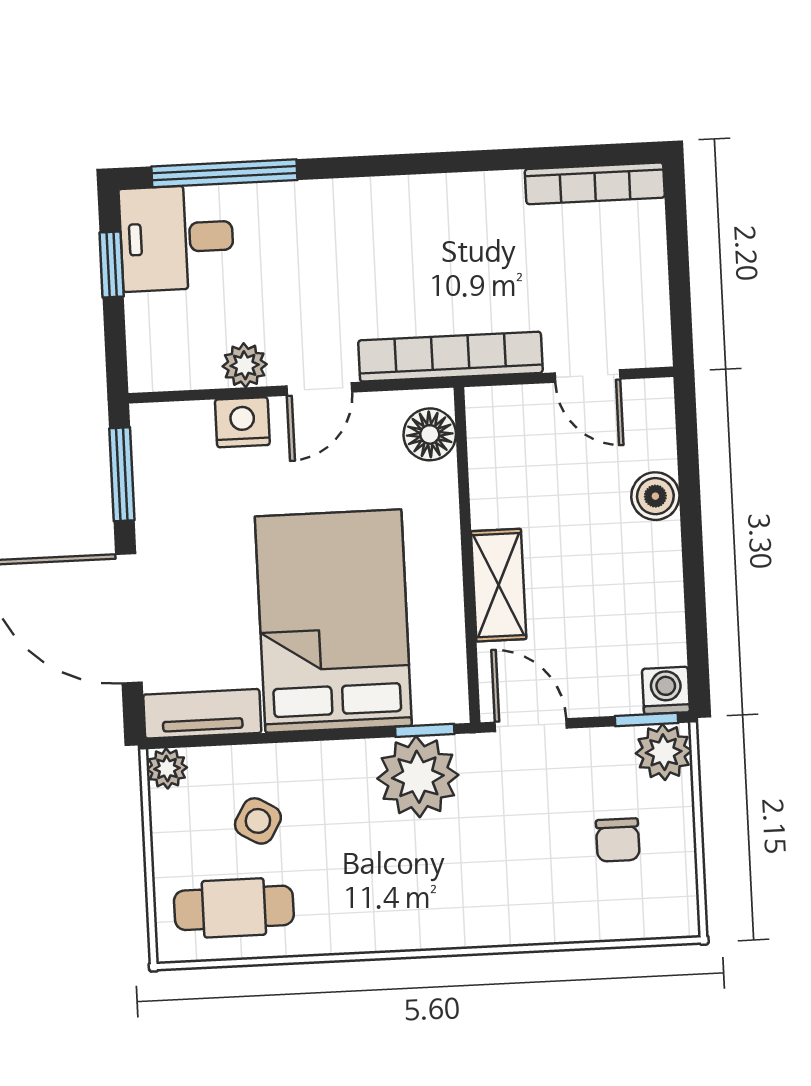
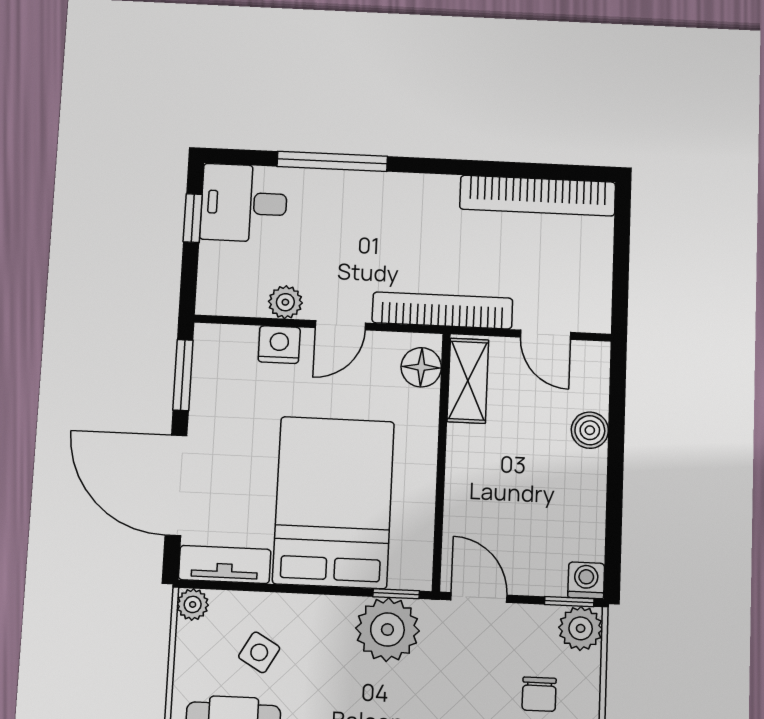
window: (224, 173) -> (332, 161), moved
bookcase: (595, 183) -> (538, 196), width x1.48, depth x1.31
shelving: (499, 585) -> (468, 381), moved

